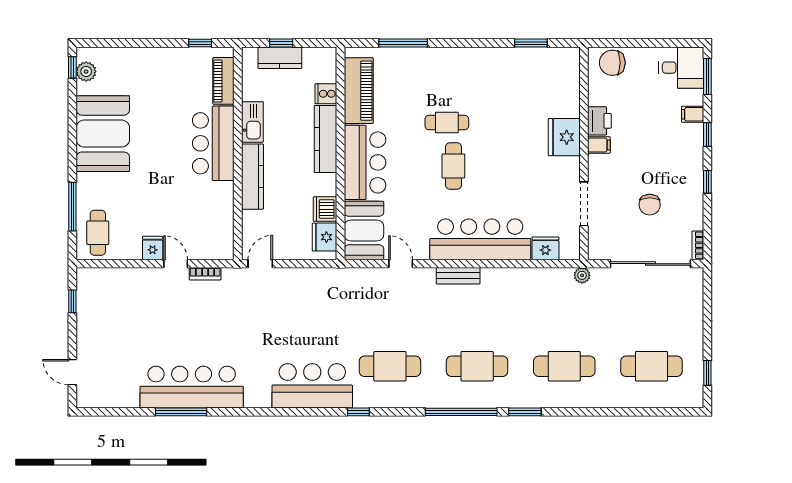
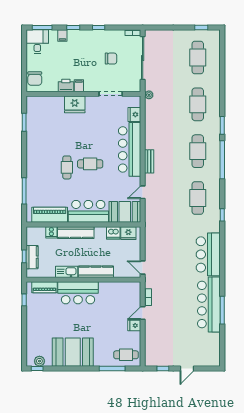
door: (72, 372) -> (187, 368), moved
bar counter: (312, 386) -> (208, 254), moved

